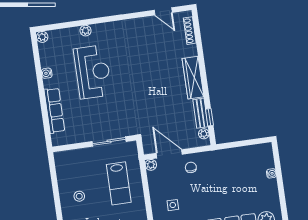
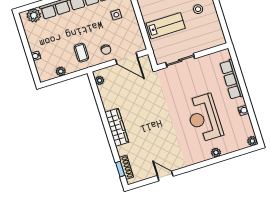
door: (163, 11) -> (165, 176), moved
bench: (200, 113) -> (105, 98), removed
window: (209, 117) -> (120, 169), moved
plant: (151, 165) -> (61, 71), moved
coffee table: (219, 169) -> (81, 53), added
lab bench: (119, 183) -> (166, 26), turned 90

